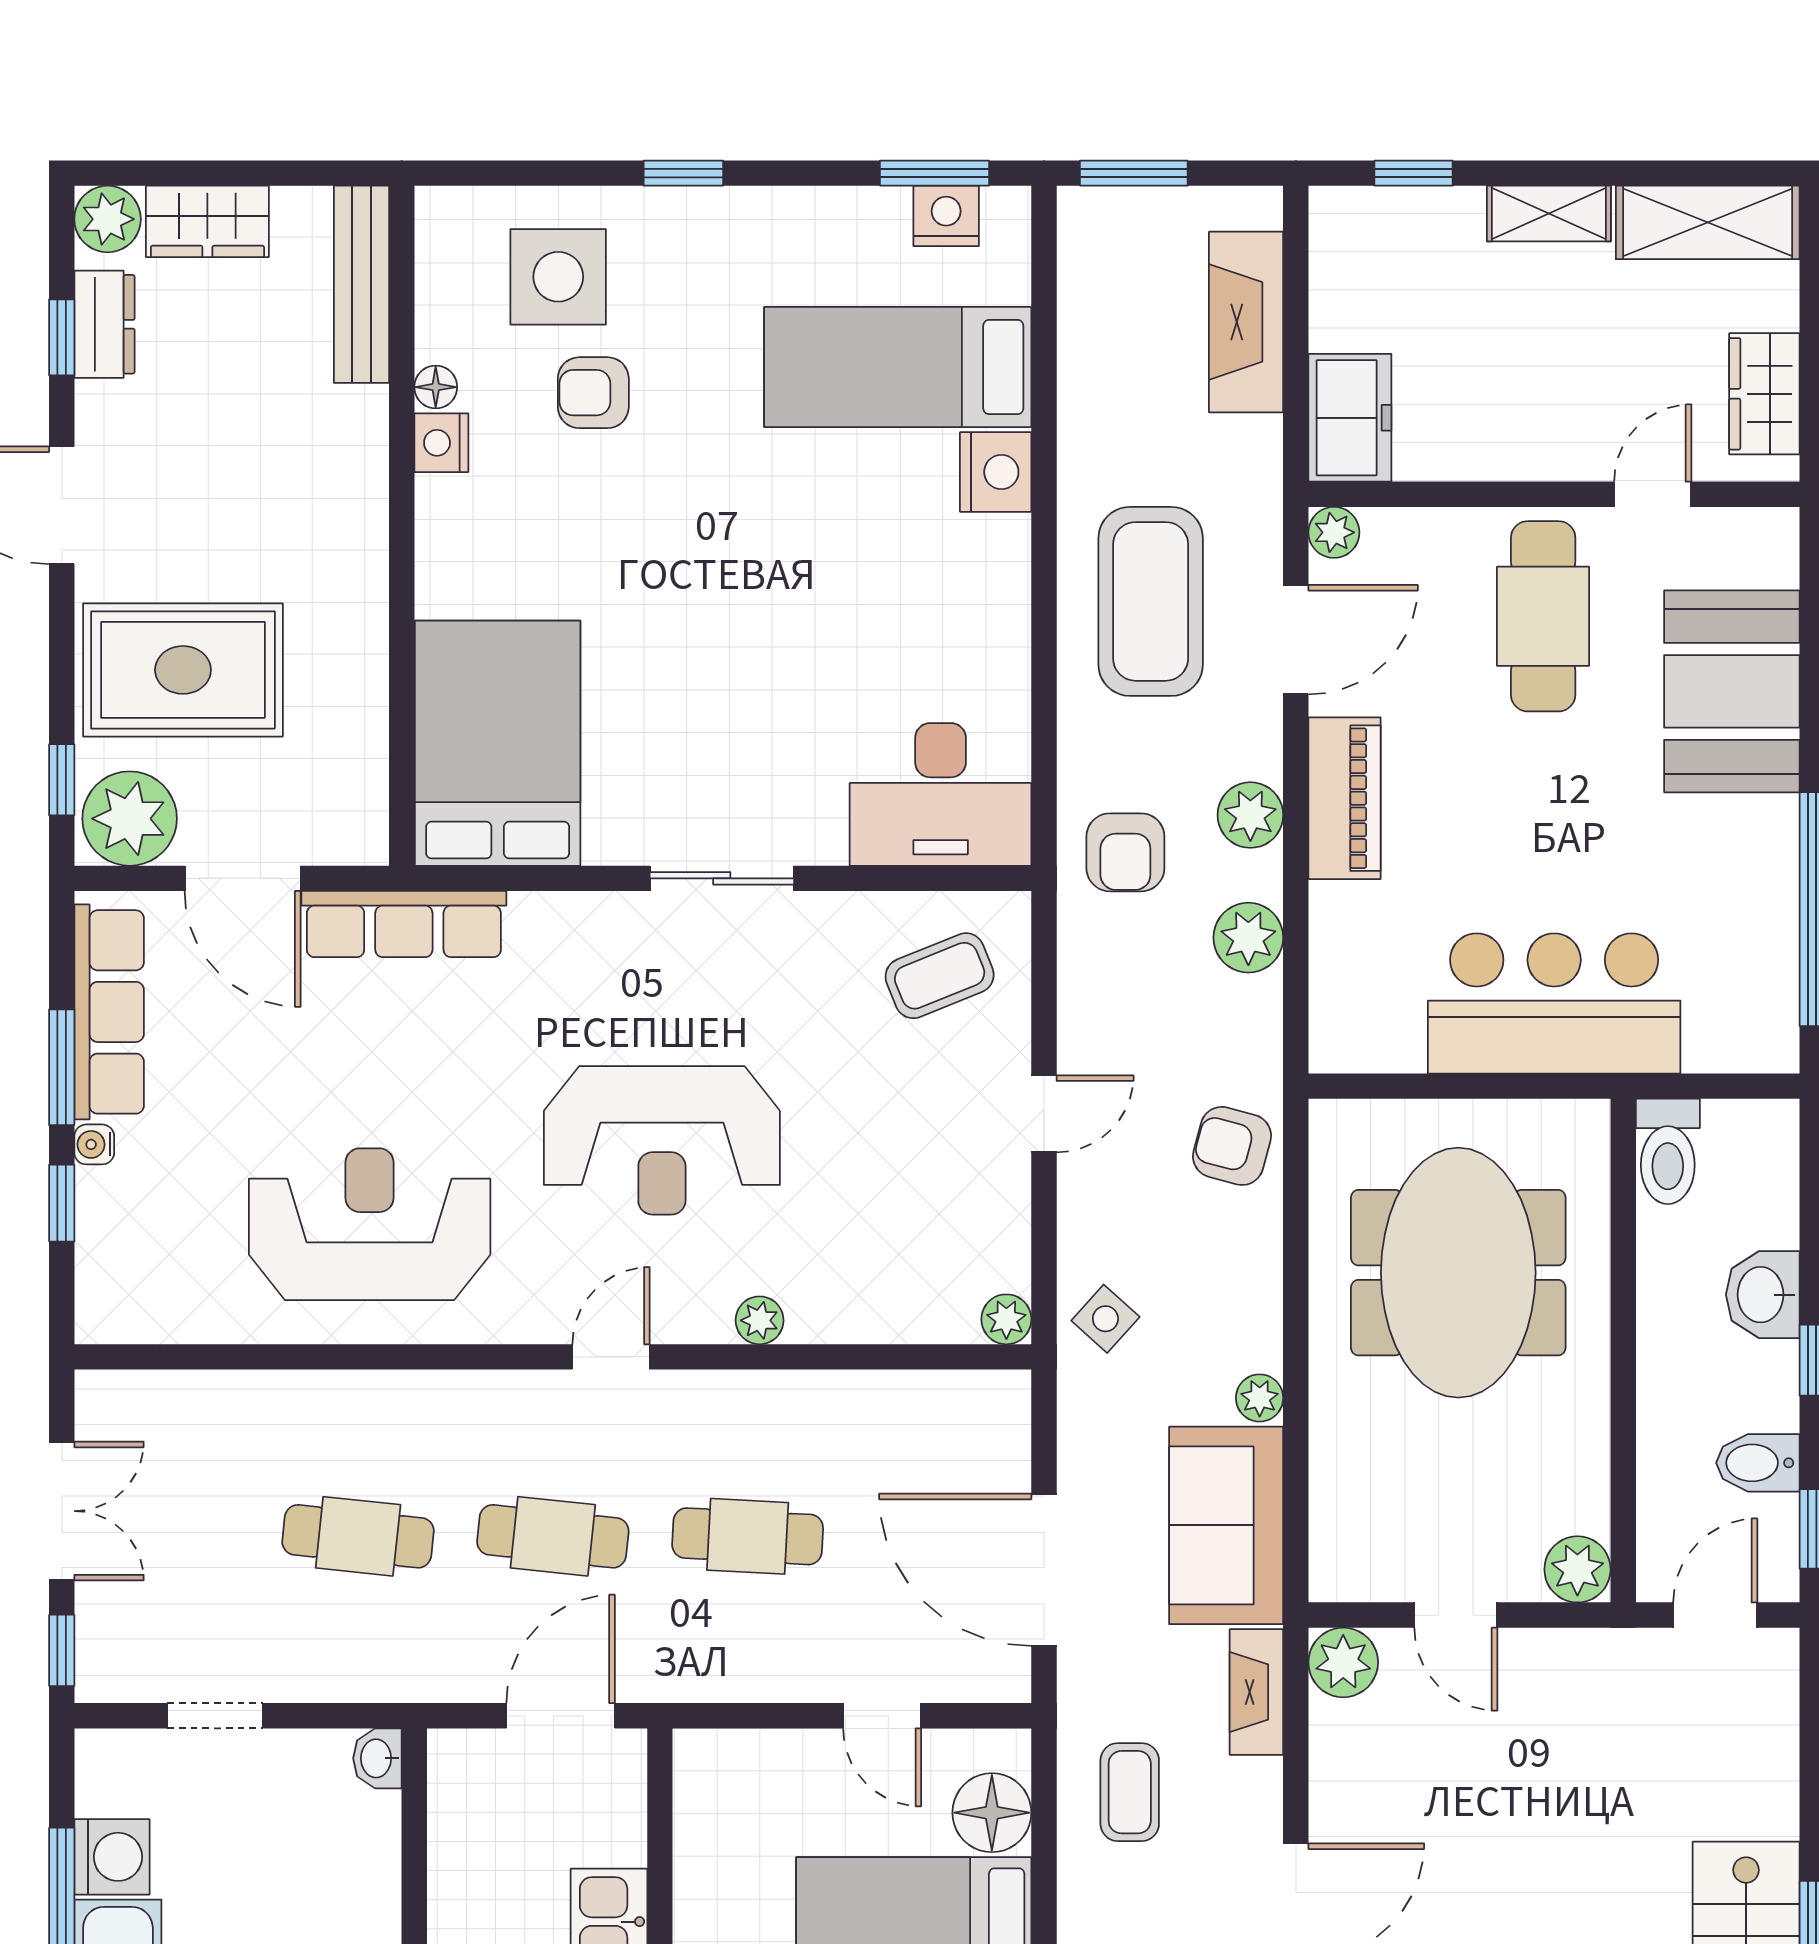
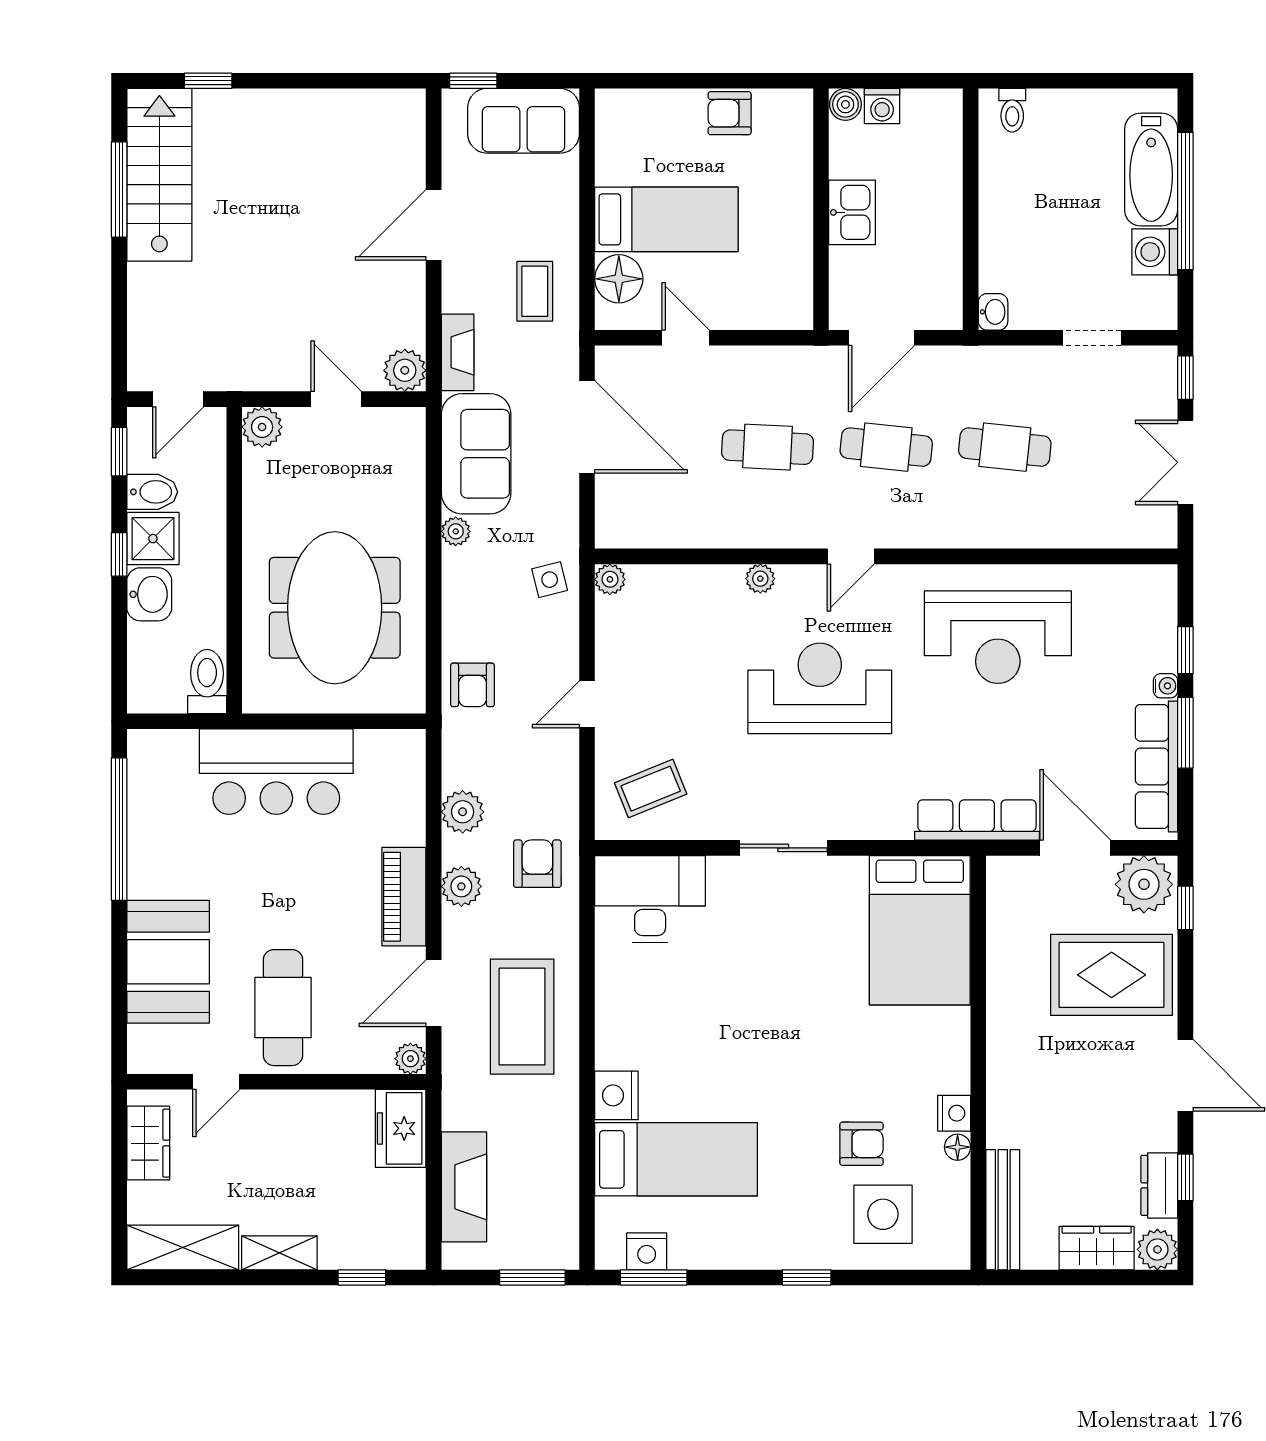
armchair: (1232, 1146) -> (472, 685), turned 75
side table: (1105, 1319) -> (550, 580), turned 34
shower: (1757, 1386) -> (153, 539), added

